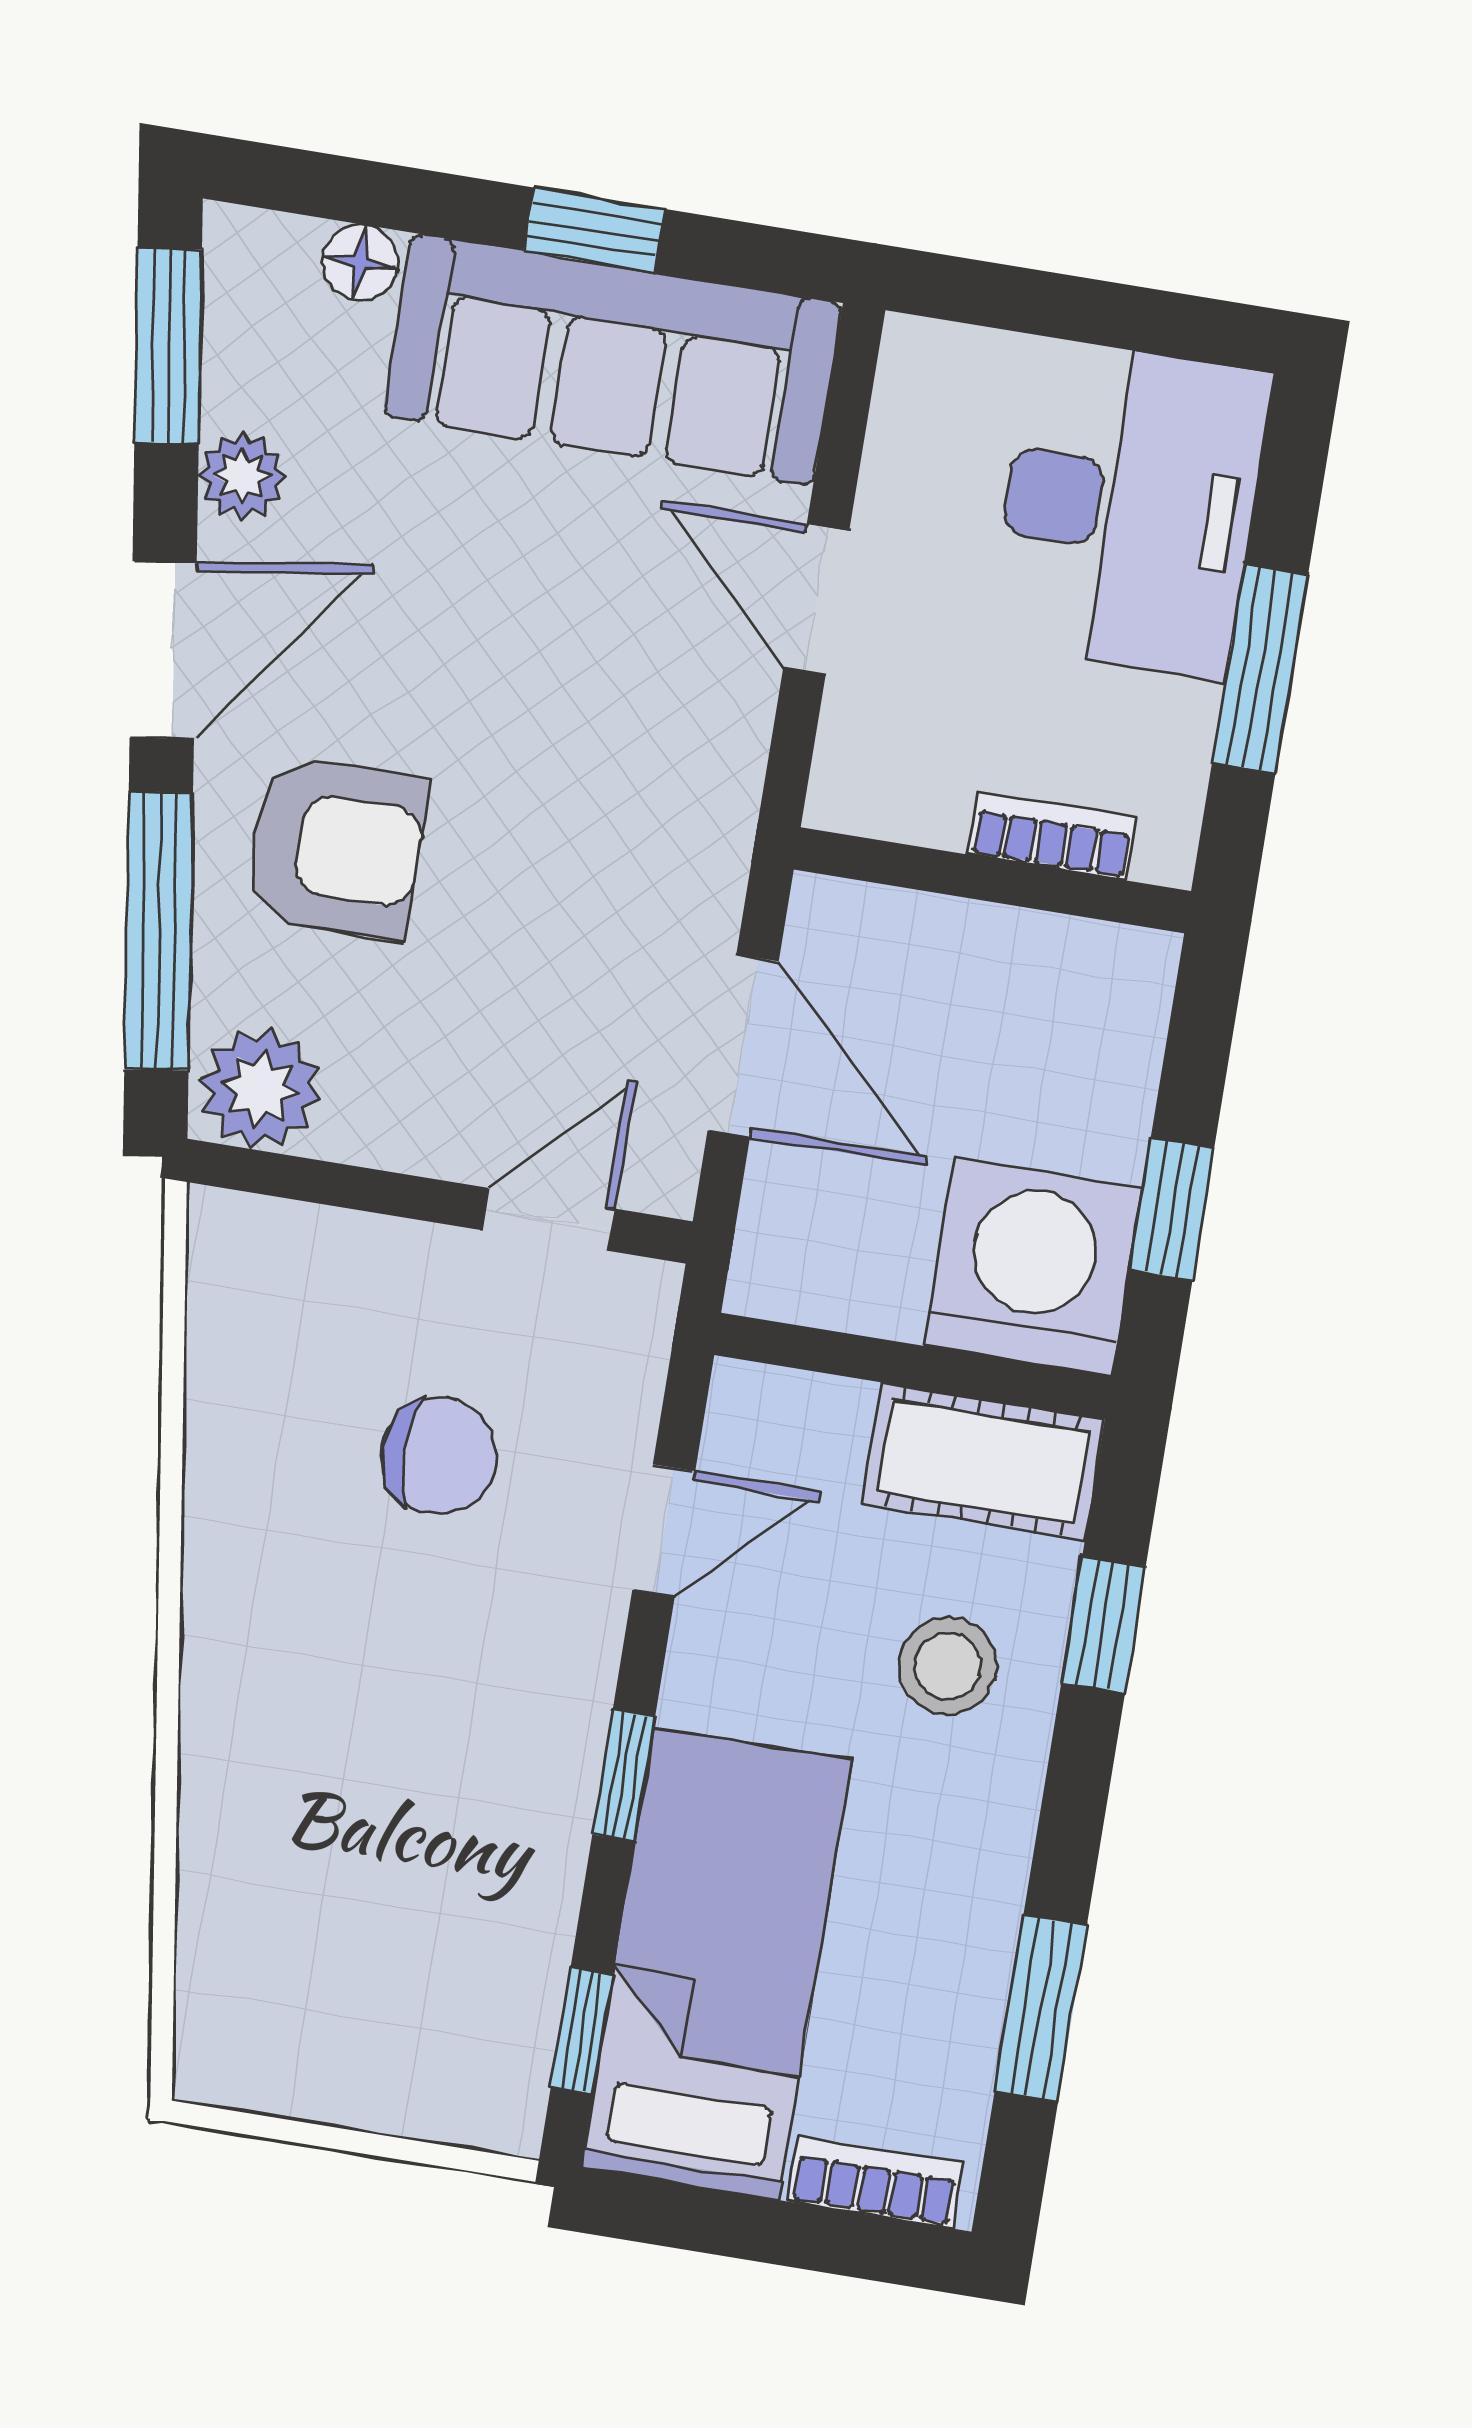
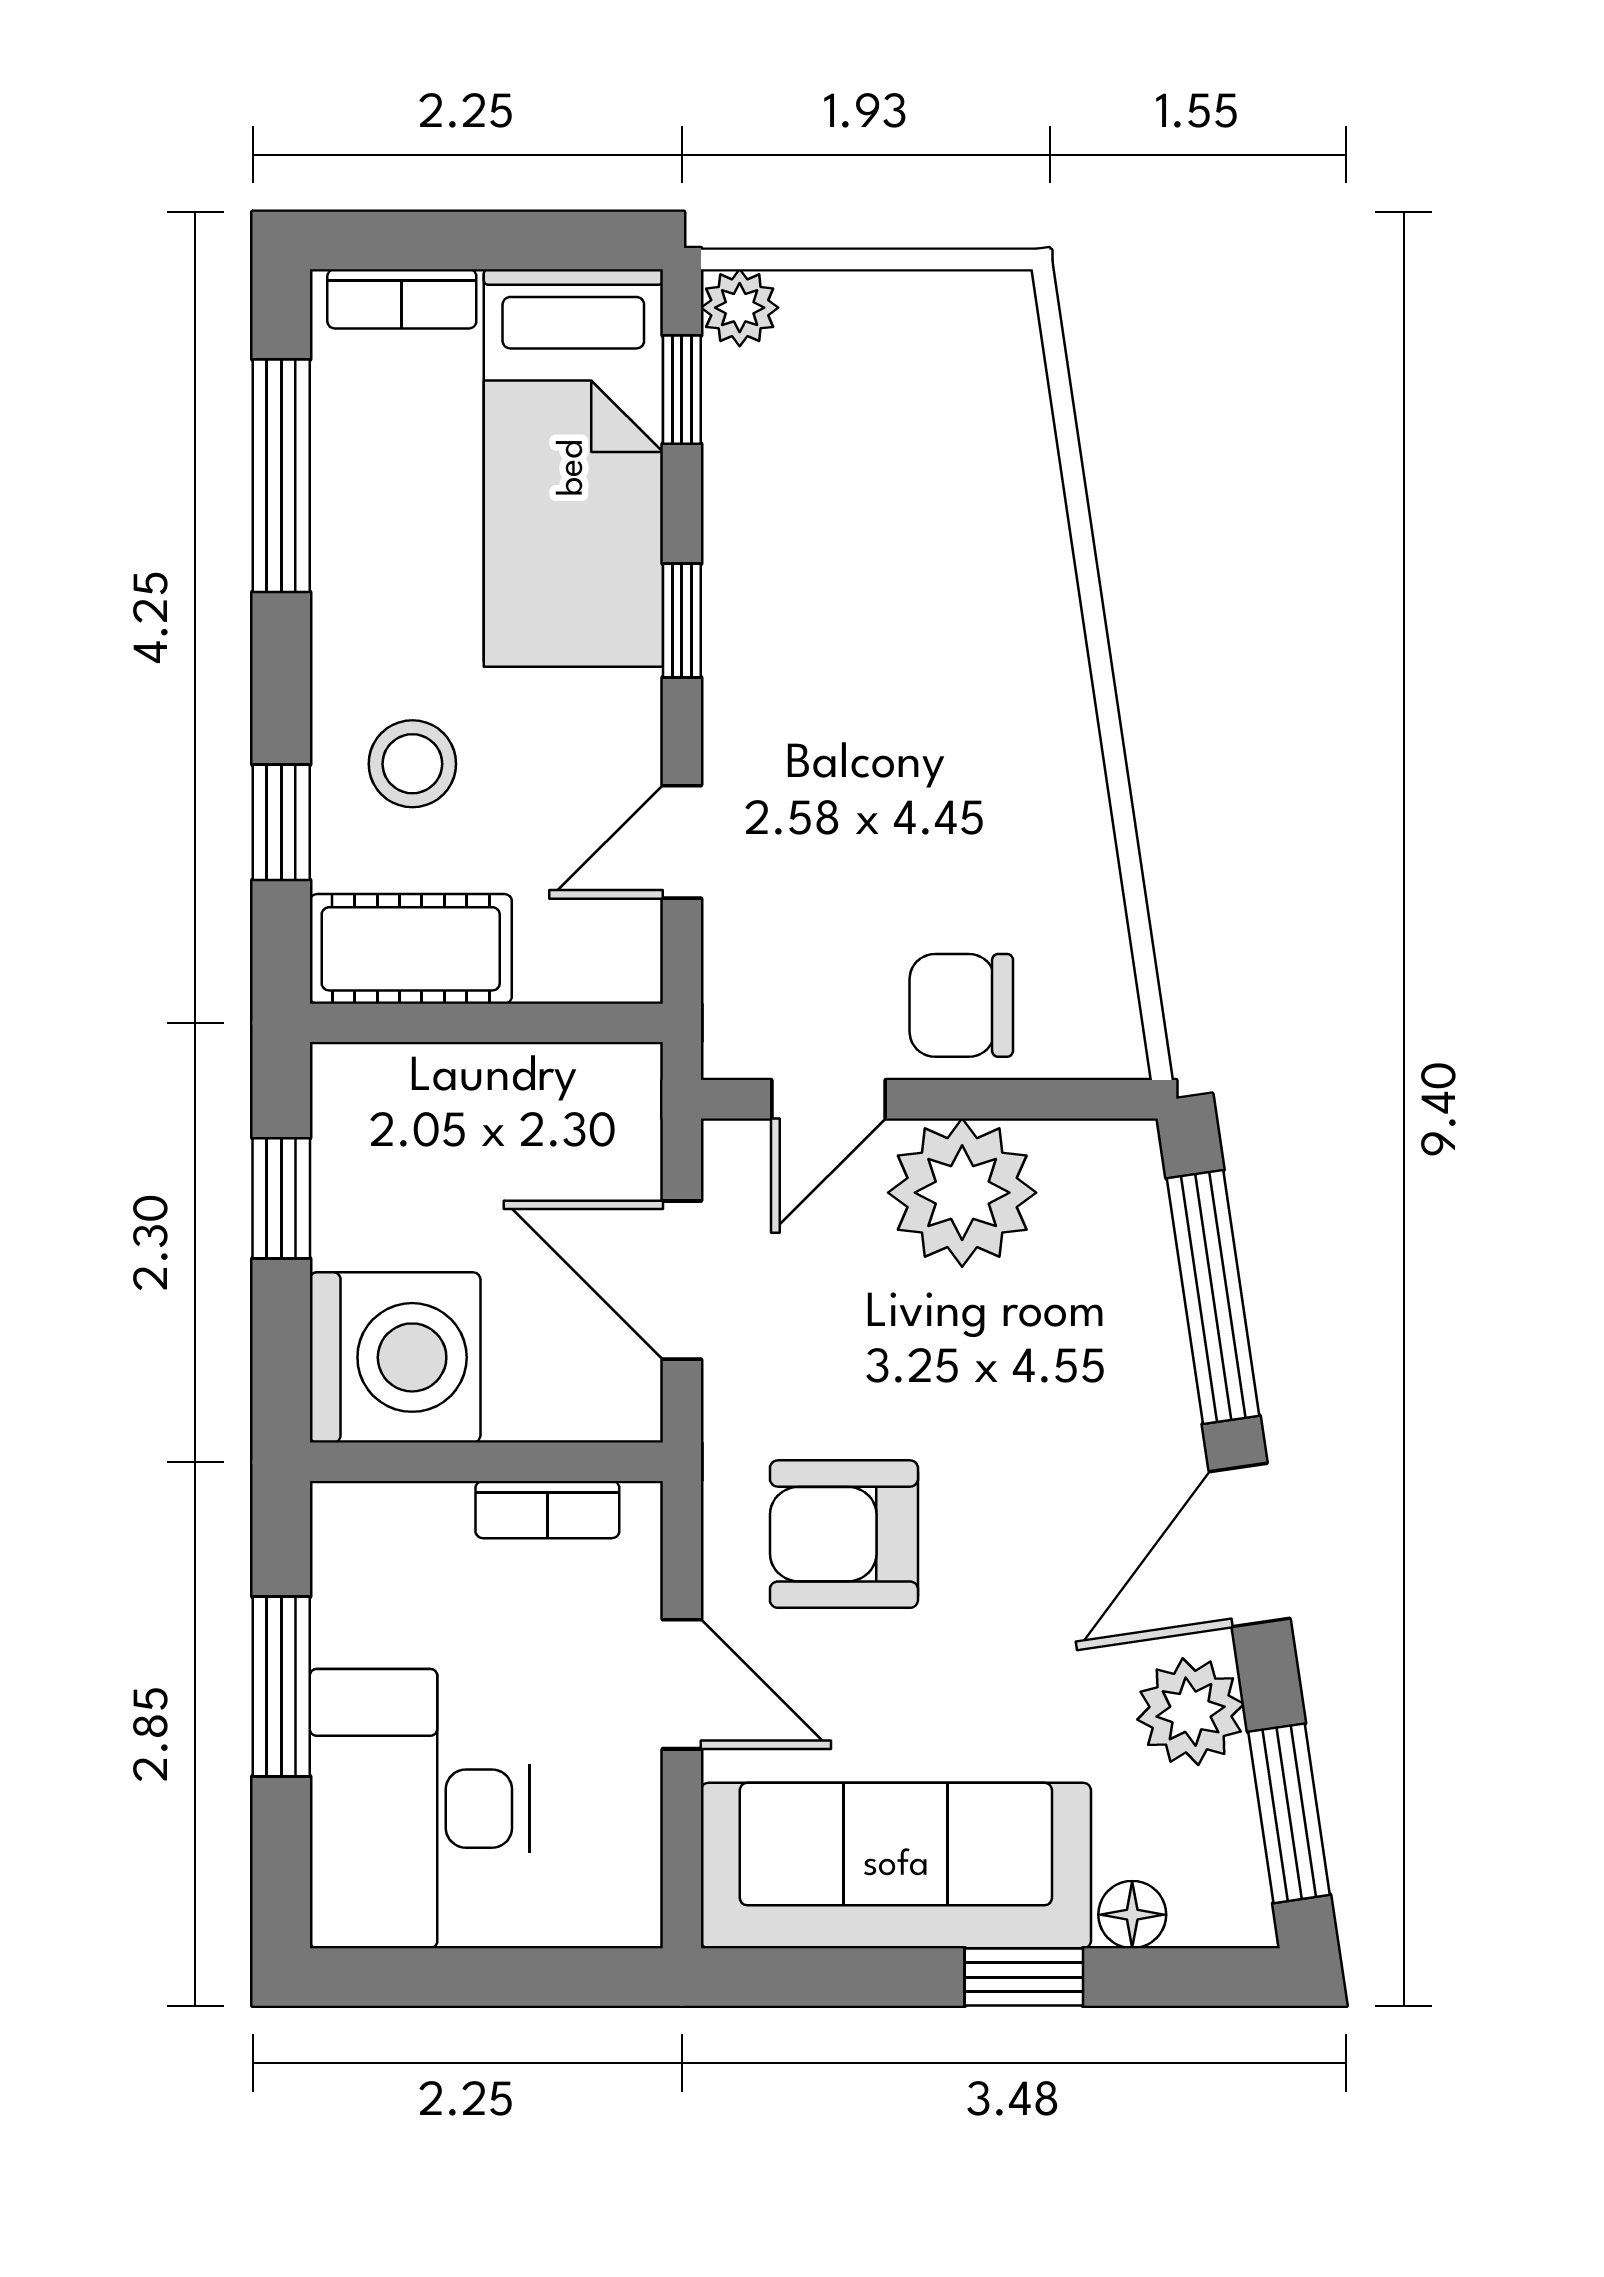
window: (594, 230) -> (1024, 1977), moved
plant: (242, 476) -> (1191, 1712), width x1.38, depth x1.38
bookcase: (1052, 836) -> (547, 1510), moved
armchair: (336, 847) -> (844, 1534), moved
plant: (260, 1089) -> (962, 1193), moved, width x1.36, depth x1.36
washing machine: (1033, 1267) -> (395, 1357), moved, turned -90
chair: (439, 1456) -> (961, 1005), moved
window: (1041, 2008) -> (281, 476), width x1.44
plant: (503, 2111) -> (740, 308), added

